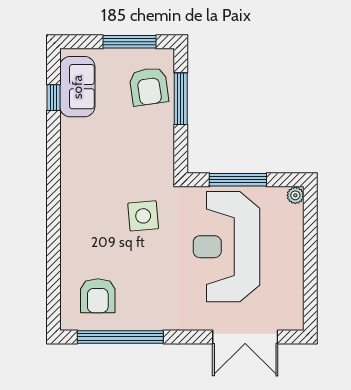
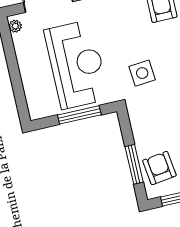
plant: (295, 195) -> (15, 26), moved

